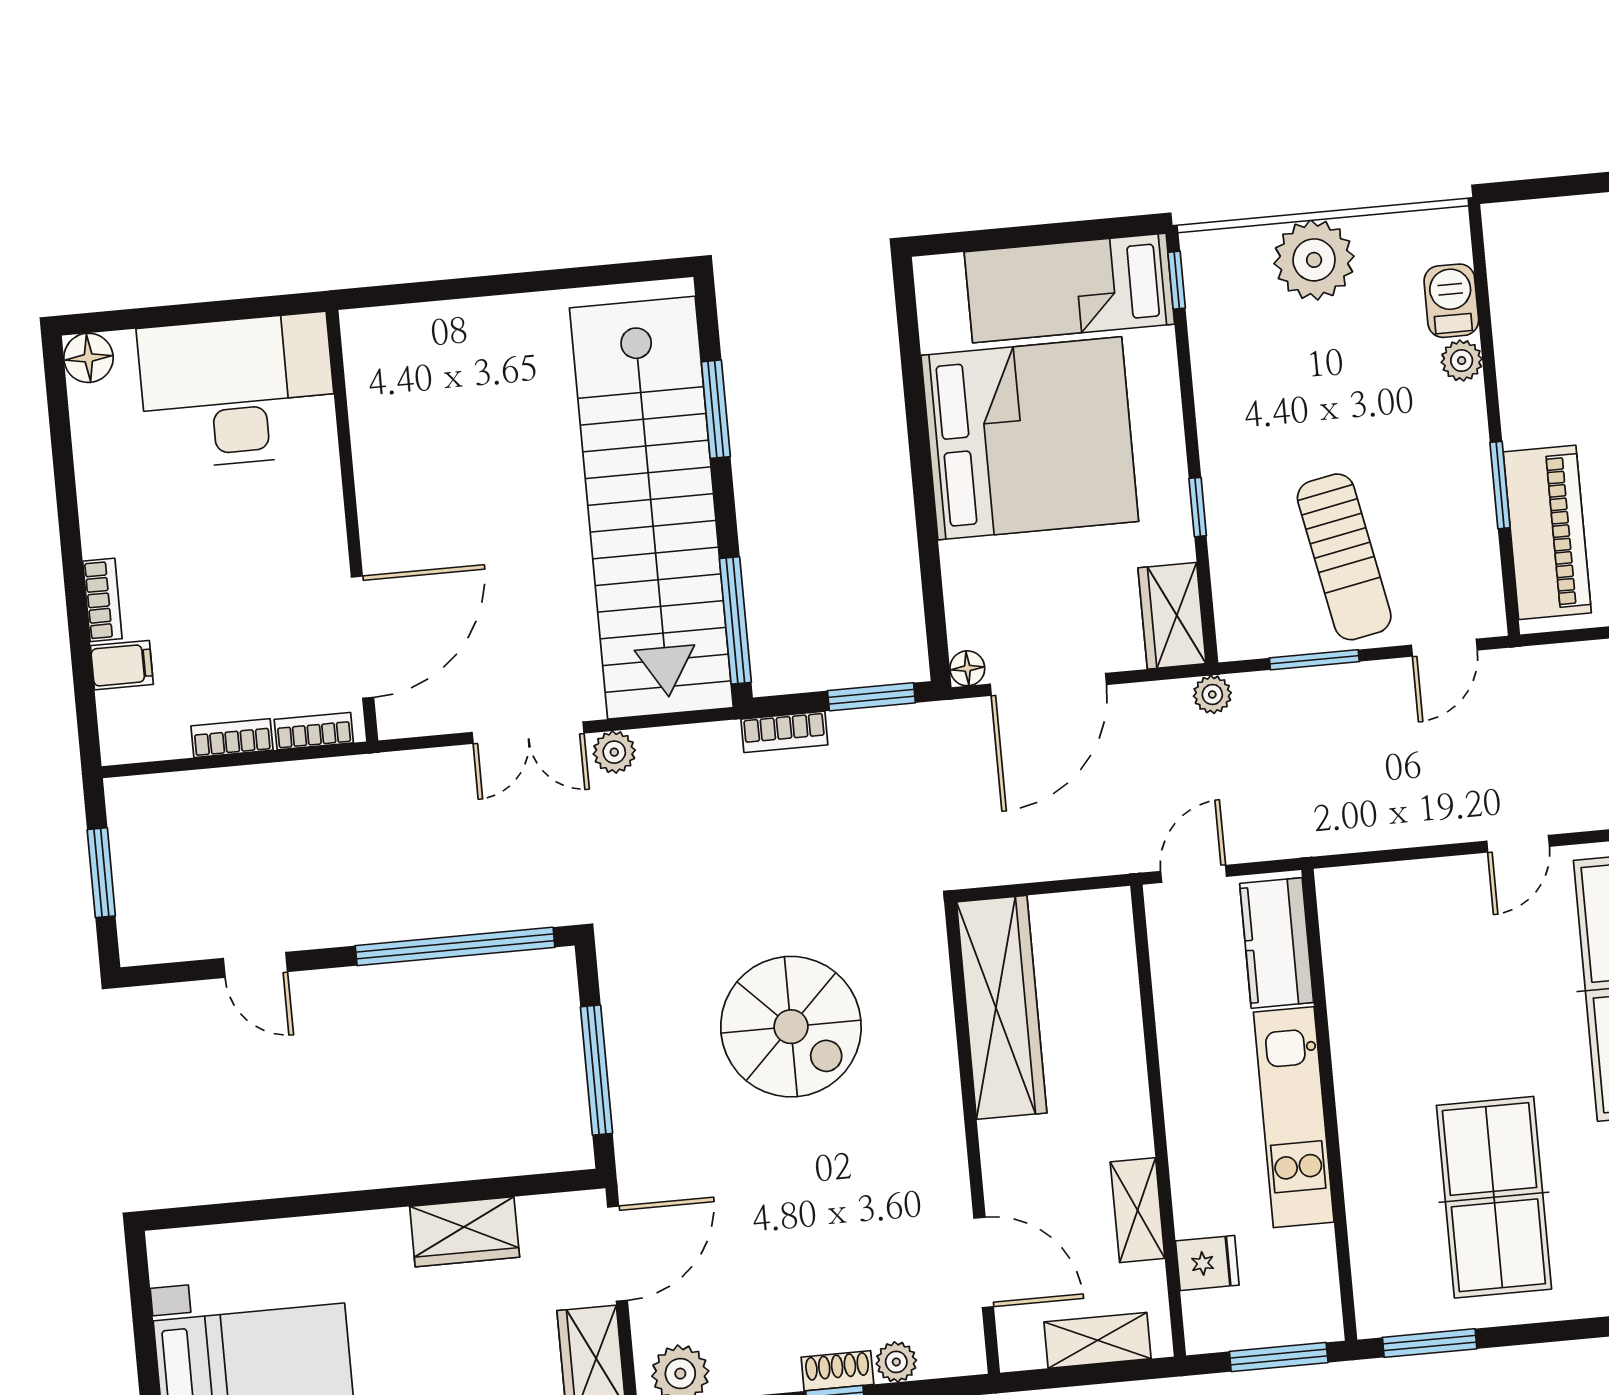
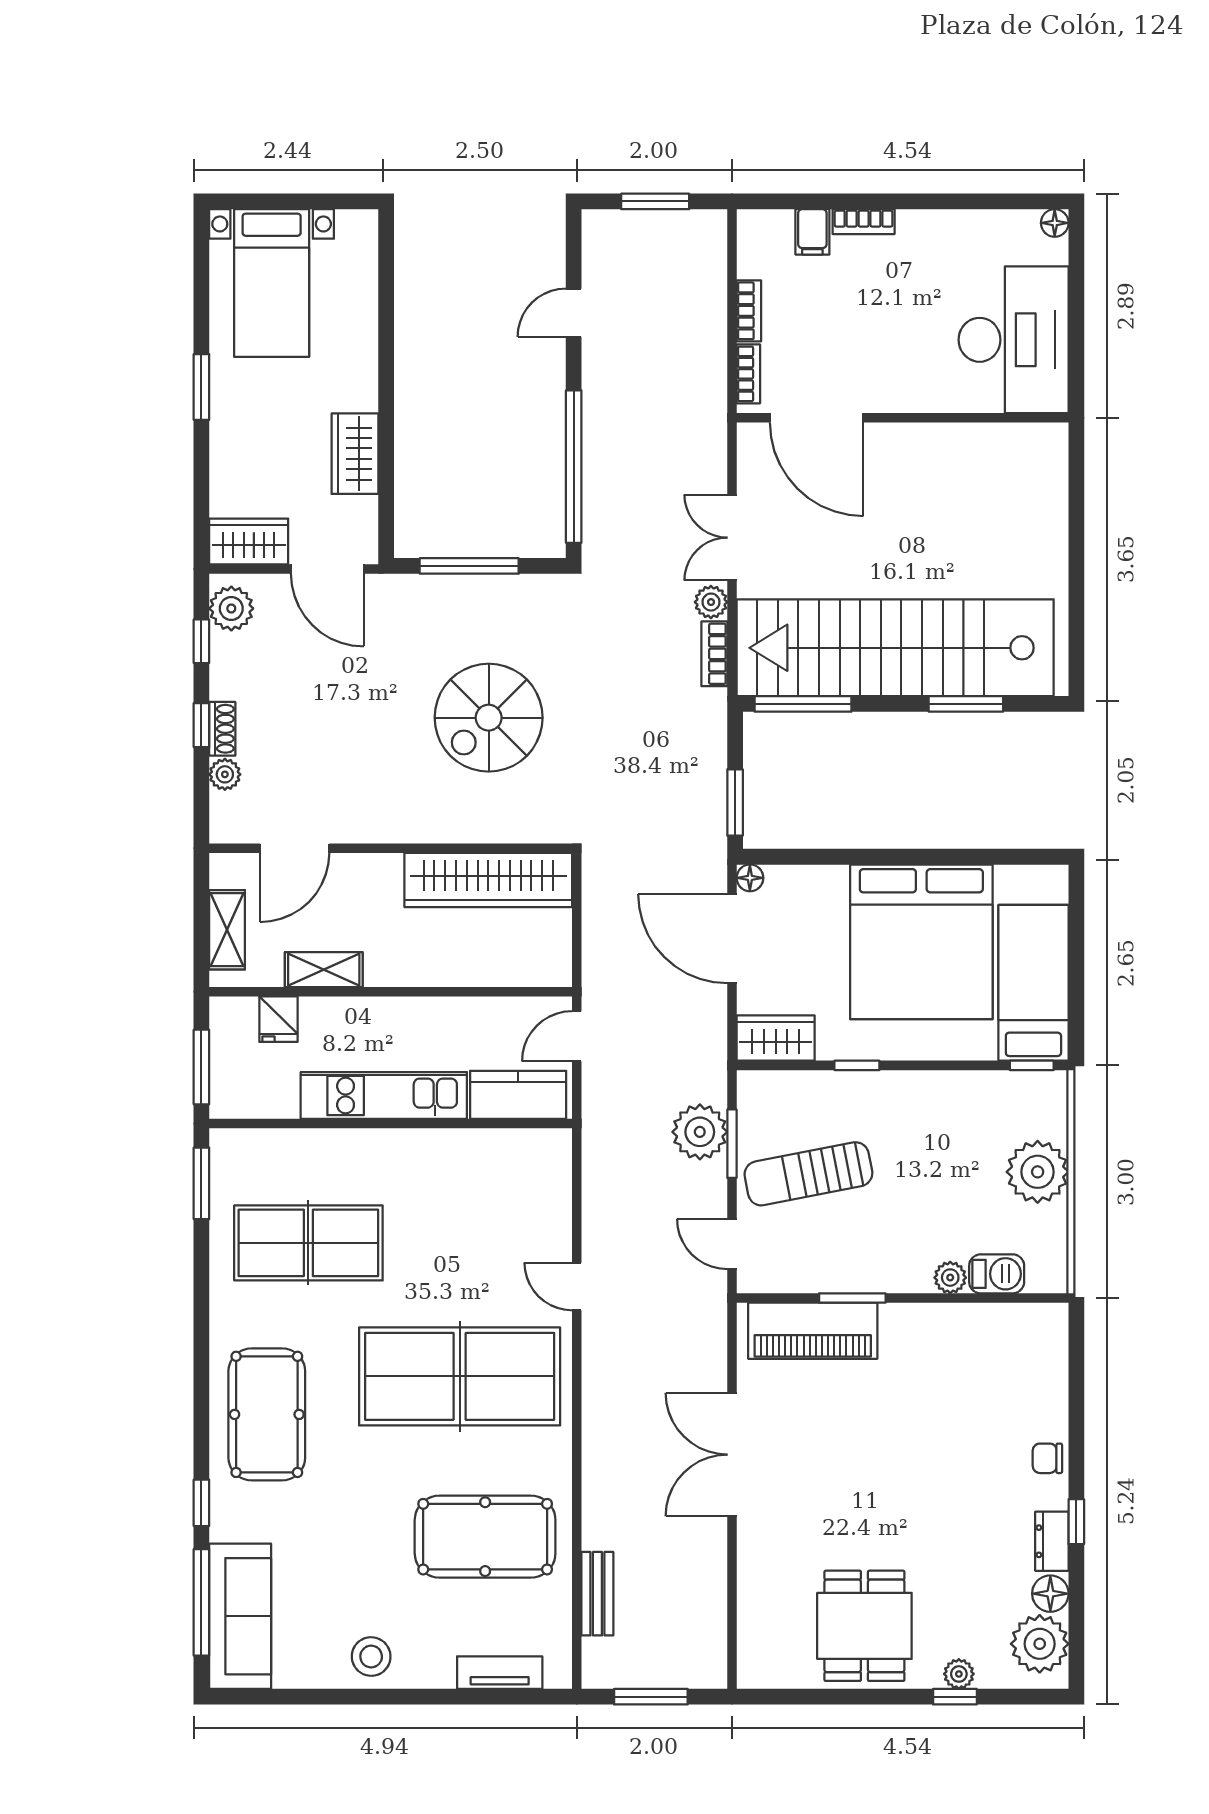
floor lamp: (88, 358) -> (1055, 223), width x0.73, depth x0.73
plant: (1212, 694) -> (700, 1132), moved, width x1.87, depth x1.87
bookcase: (784, 732) -> (714, 654), moved
door: (1194, 874) -> (577, 1036), swing flipped

